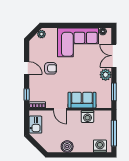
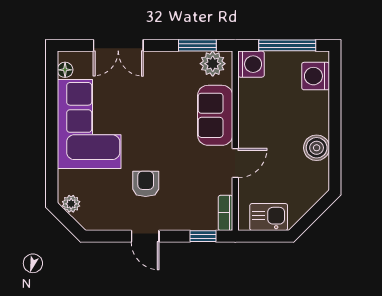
door: (27, 68) -> (145, 236), swing flipped
plant: (106, 75) -> (213, 64), moved
washing machine: (87, 117) -> (251, 64), moved

